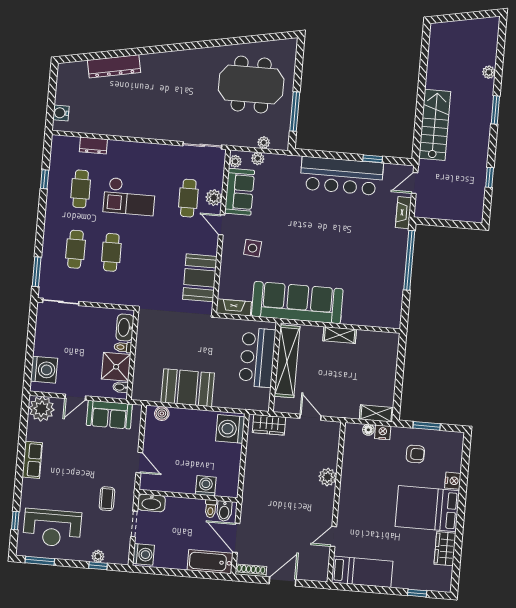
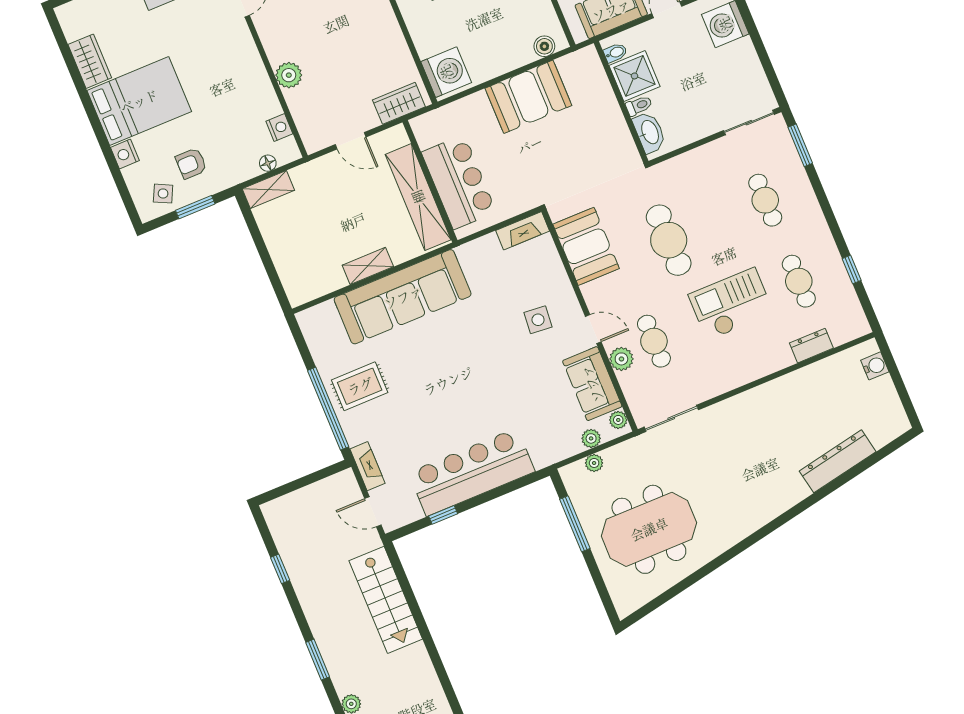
door: (415, 183) -> (373, 512), swing flipped
cafe table: (111, 252) -> (669, 240), moved, width x1.37, depth x1.35
rug: (383, 264) -> (360, 386), added
sofa: (297, 303) -> (403, 297), moved
nightstand: (383, 432) -> (279, 128), moved, turned -90
side table: (442, 444) -> (163, 194), added

